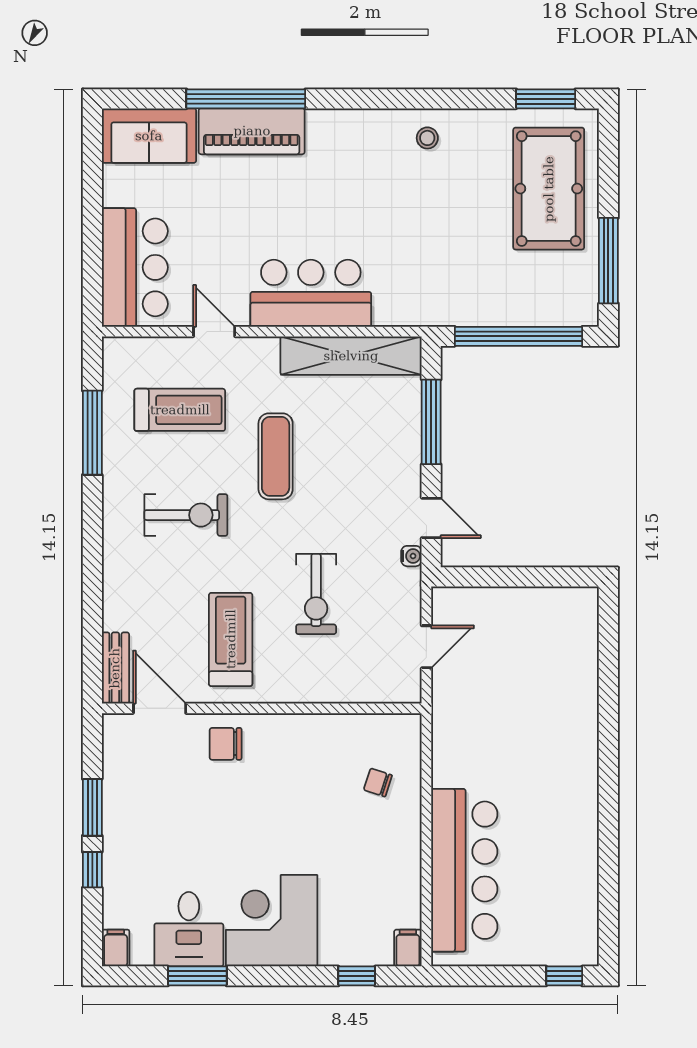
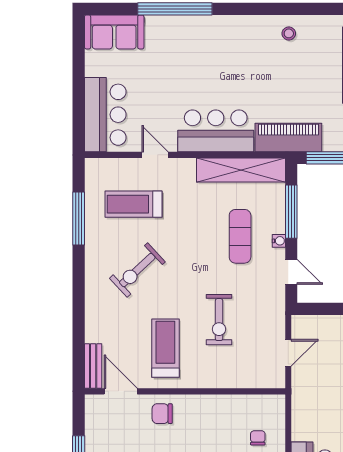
piano: (252, 131) -> (288, 137), moved, turned 180
treadmill: (180, 410) -> (133, 204), turned 180
exercise mat: (276, 456) -> (240, 236), moved
exercise bike: (186, 515) -> (137, 270), turned 137
water cooler: (411, 556) -> (279, 241), moved
chair: (378, 783) -> (258, 438), turned 72

